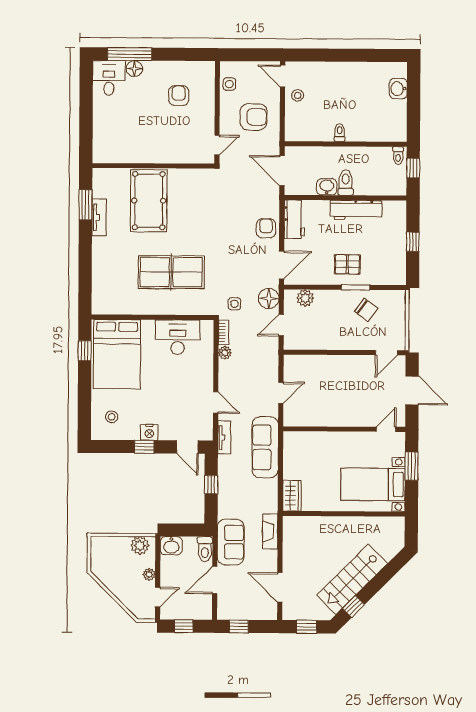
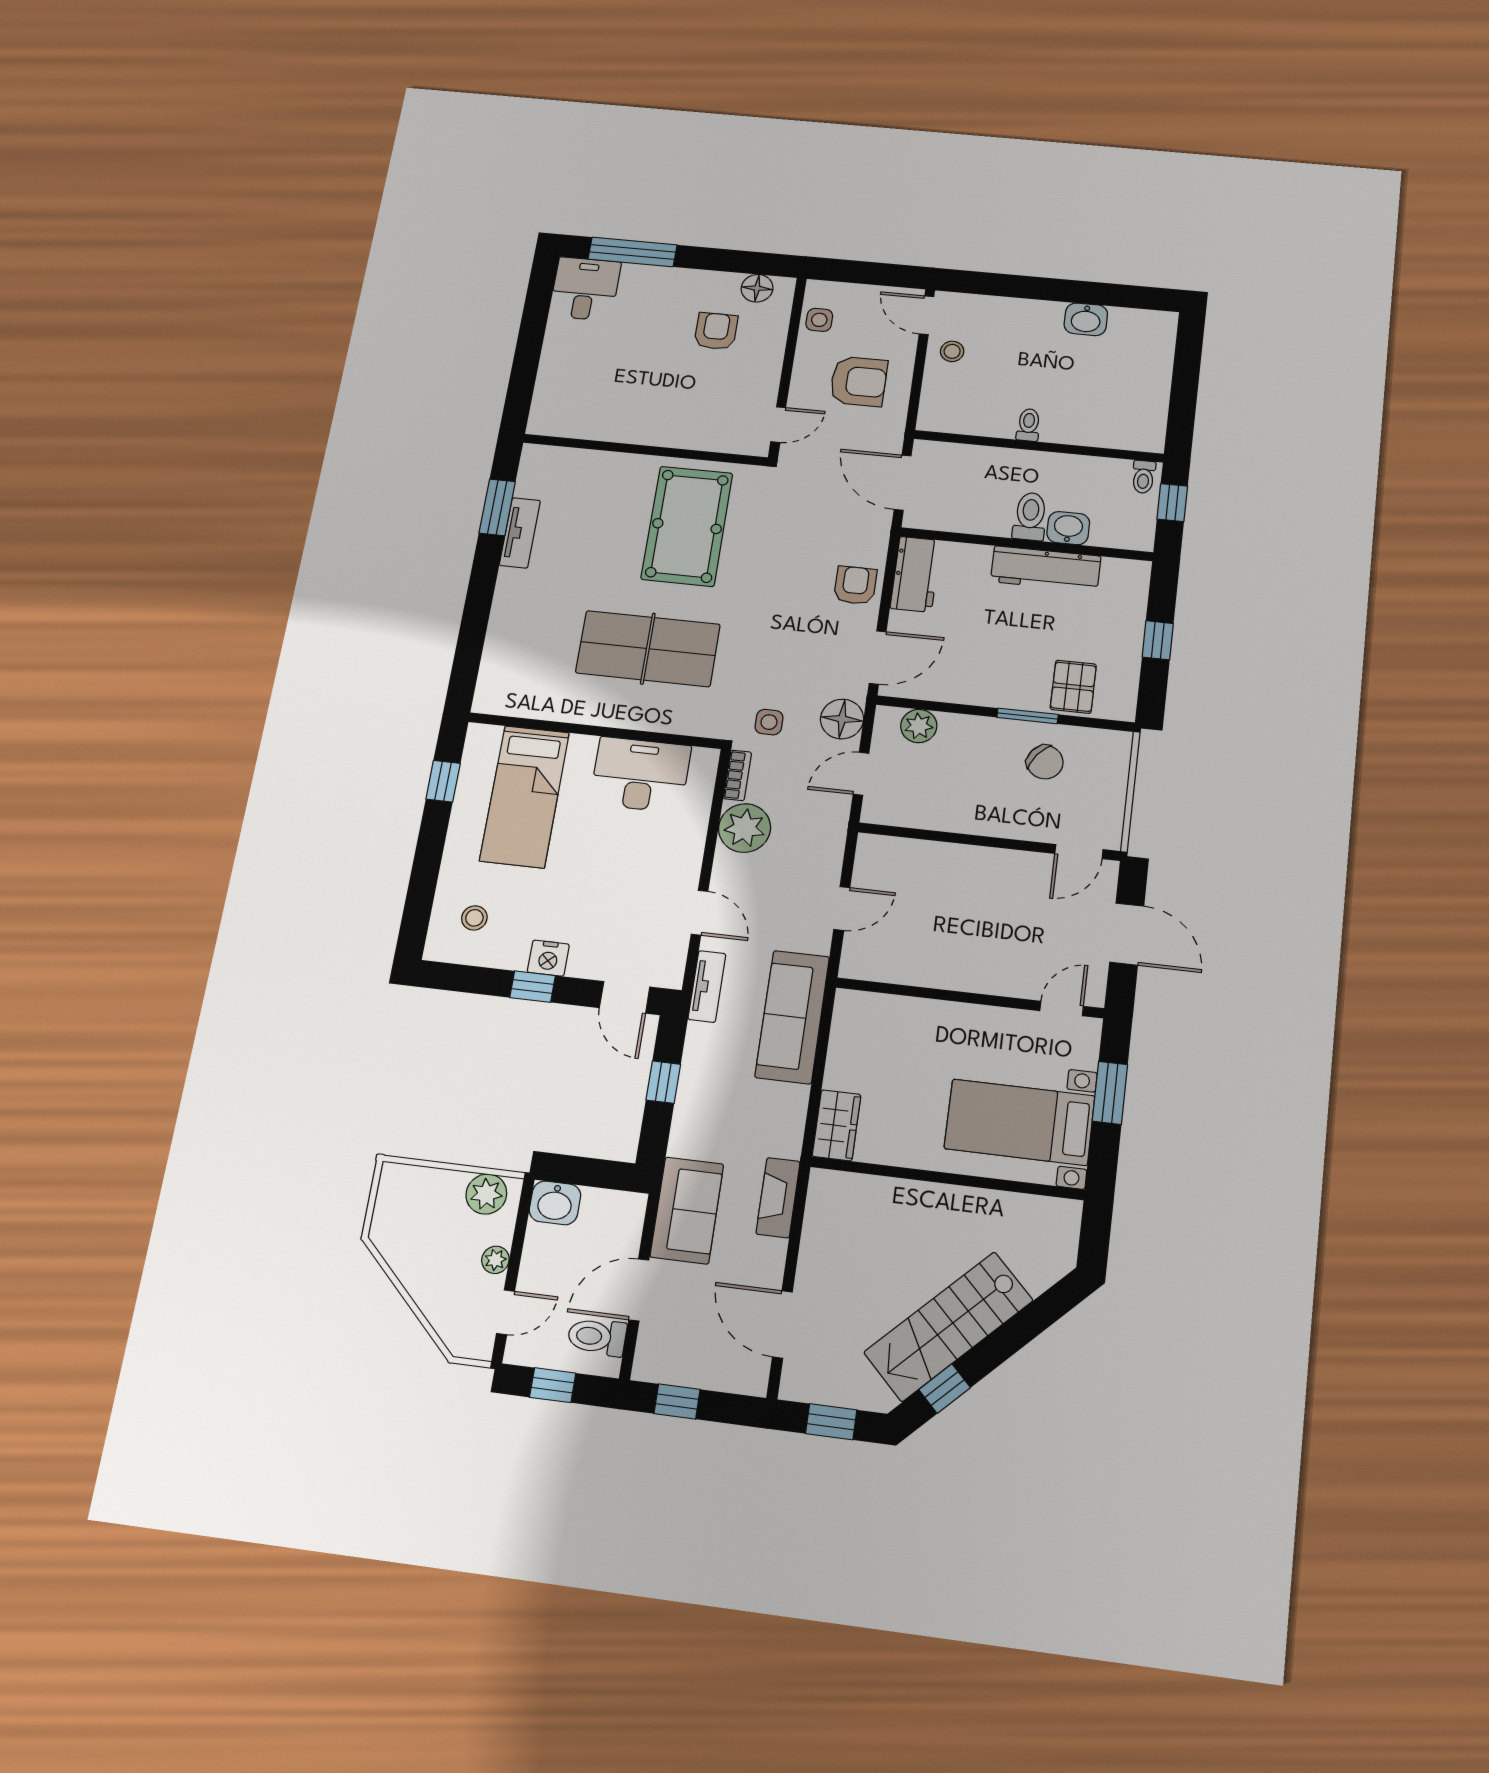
floor lamp: (134, 69) -> (757, 288), moved
washbasin: (398, 89) -> (1086, 319), moved, turned -90
washbasin: (327, 187) -> (1068, 528), moved
pool table: (149, 201) -> (687, 526), moved
pallet: (347, 264) -> (1073, 687), moved, turned 90
plant: (225, 353) -> (745, 828), width x1.88, depth x1.88
bed: (117, 354) -> (525, 796), width x0.67
toilet: (205, 549) -> (597, 1337), moved, turned 90

